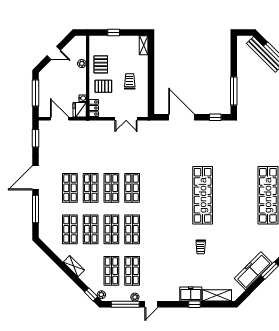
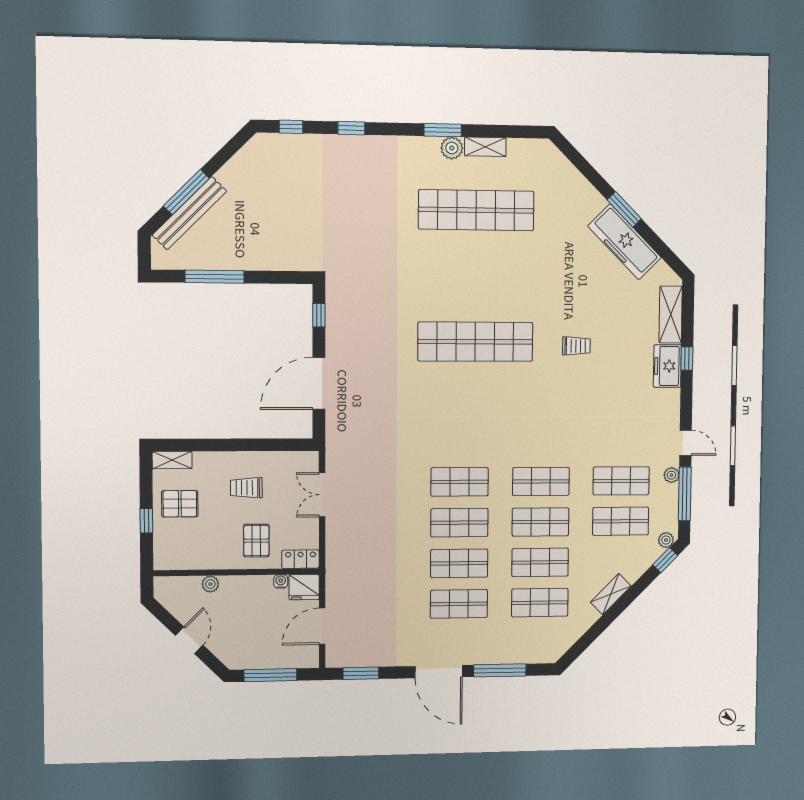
pallet: (101, 64) -> (180, 504), moved
window: (234, 91) -> (215, 277), moved
double door: (126, 119) -> (322, 495), swing flipped

